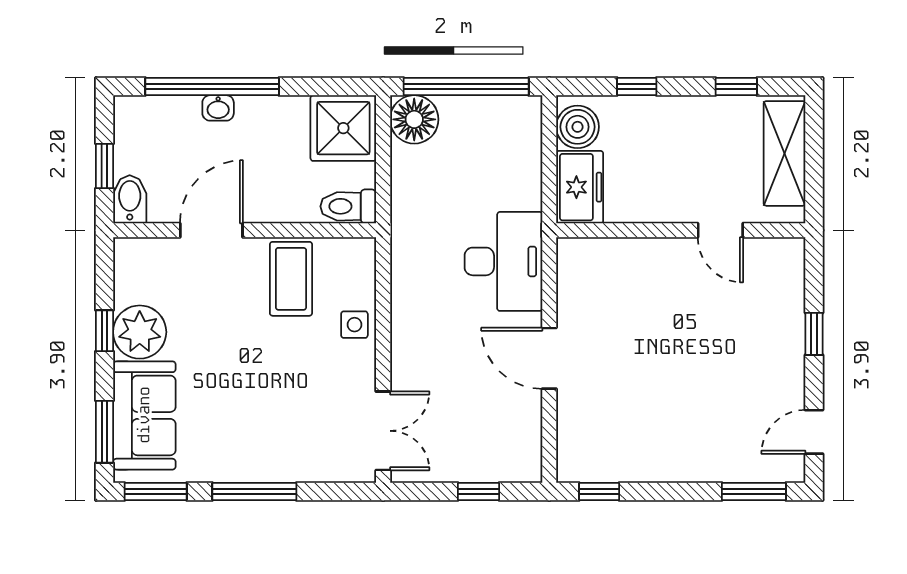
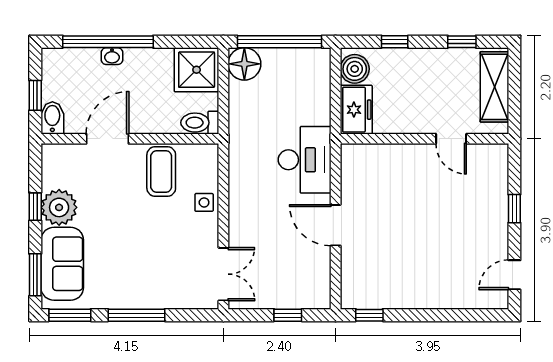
window: (754, 492) -> (474, 315), removed

